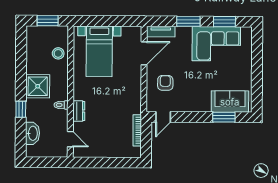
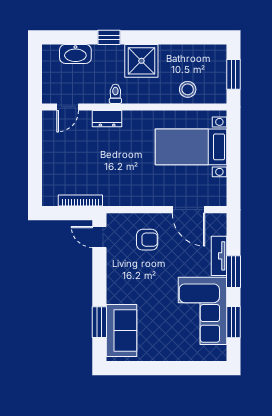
tv unit: (161, 32) -> (219, 256), moved

